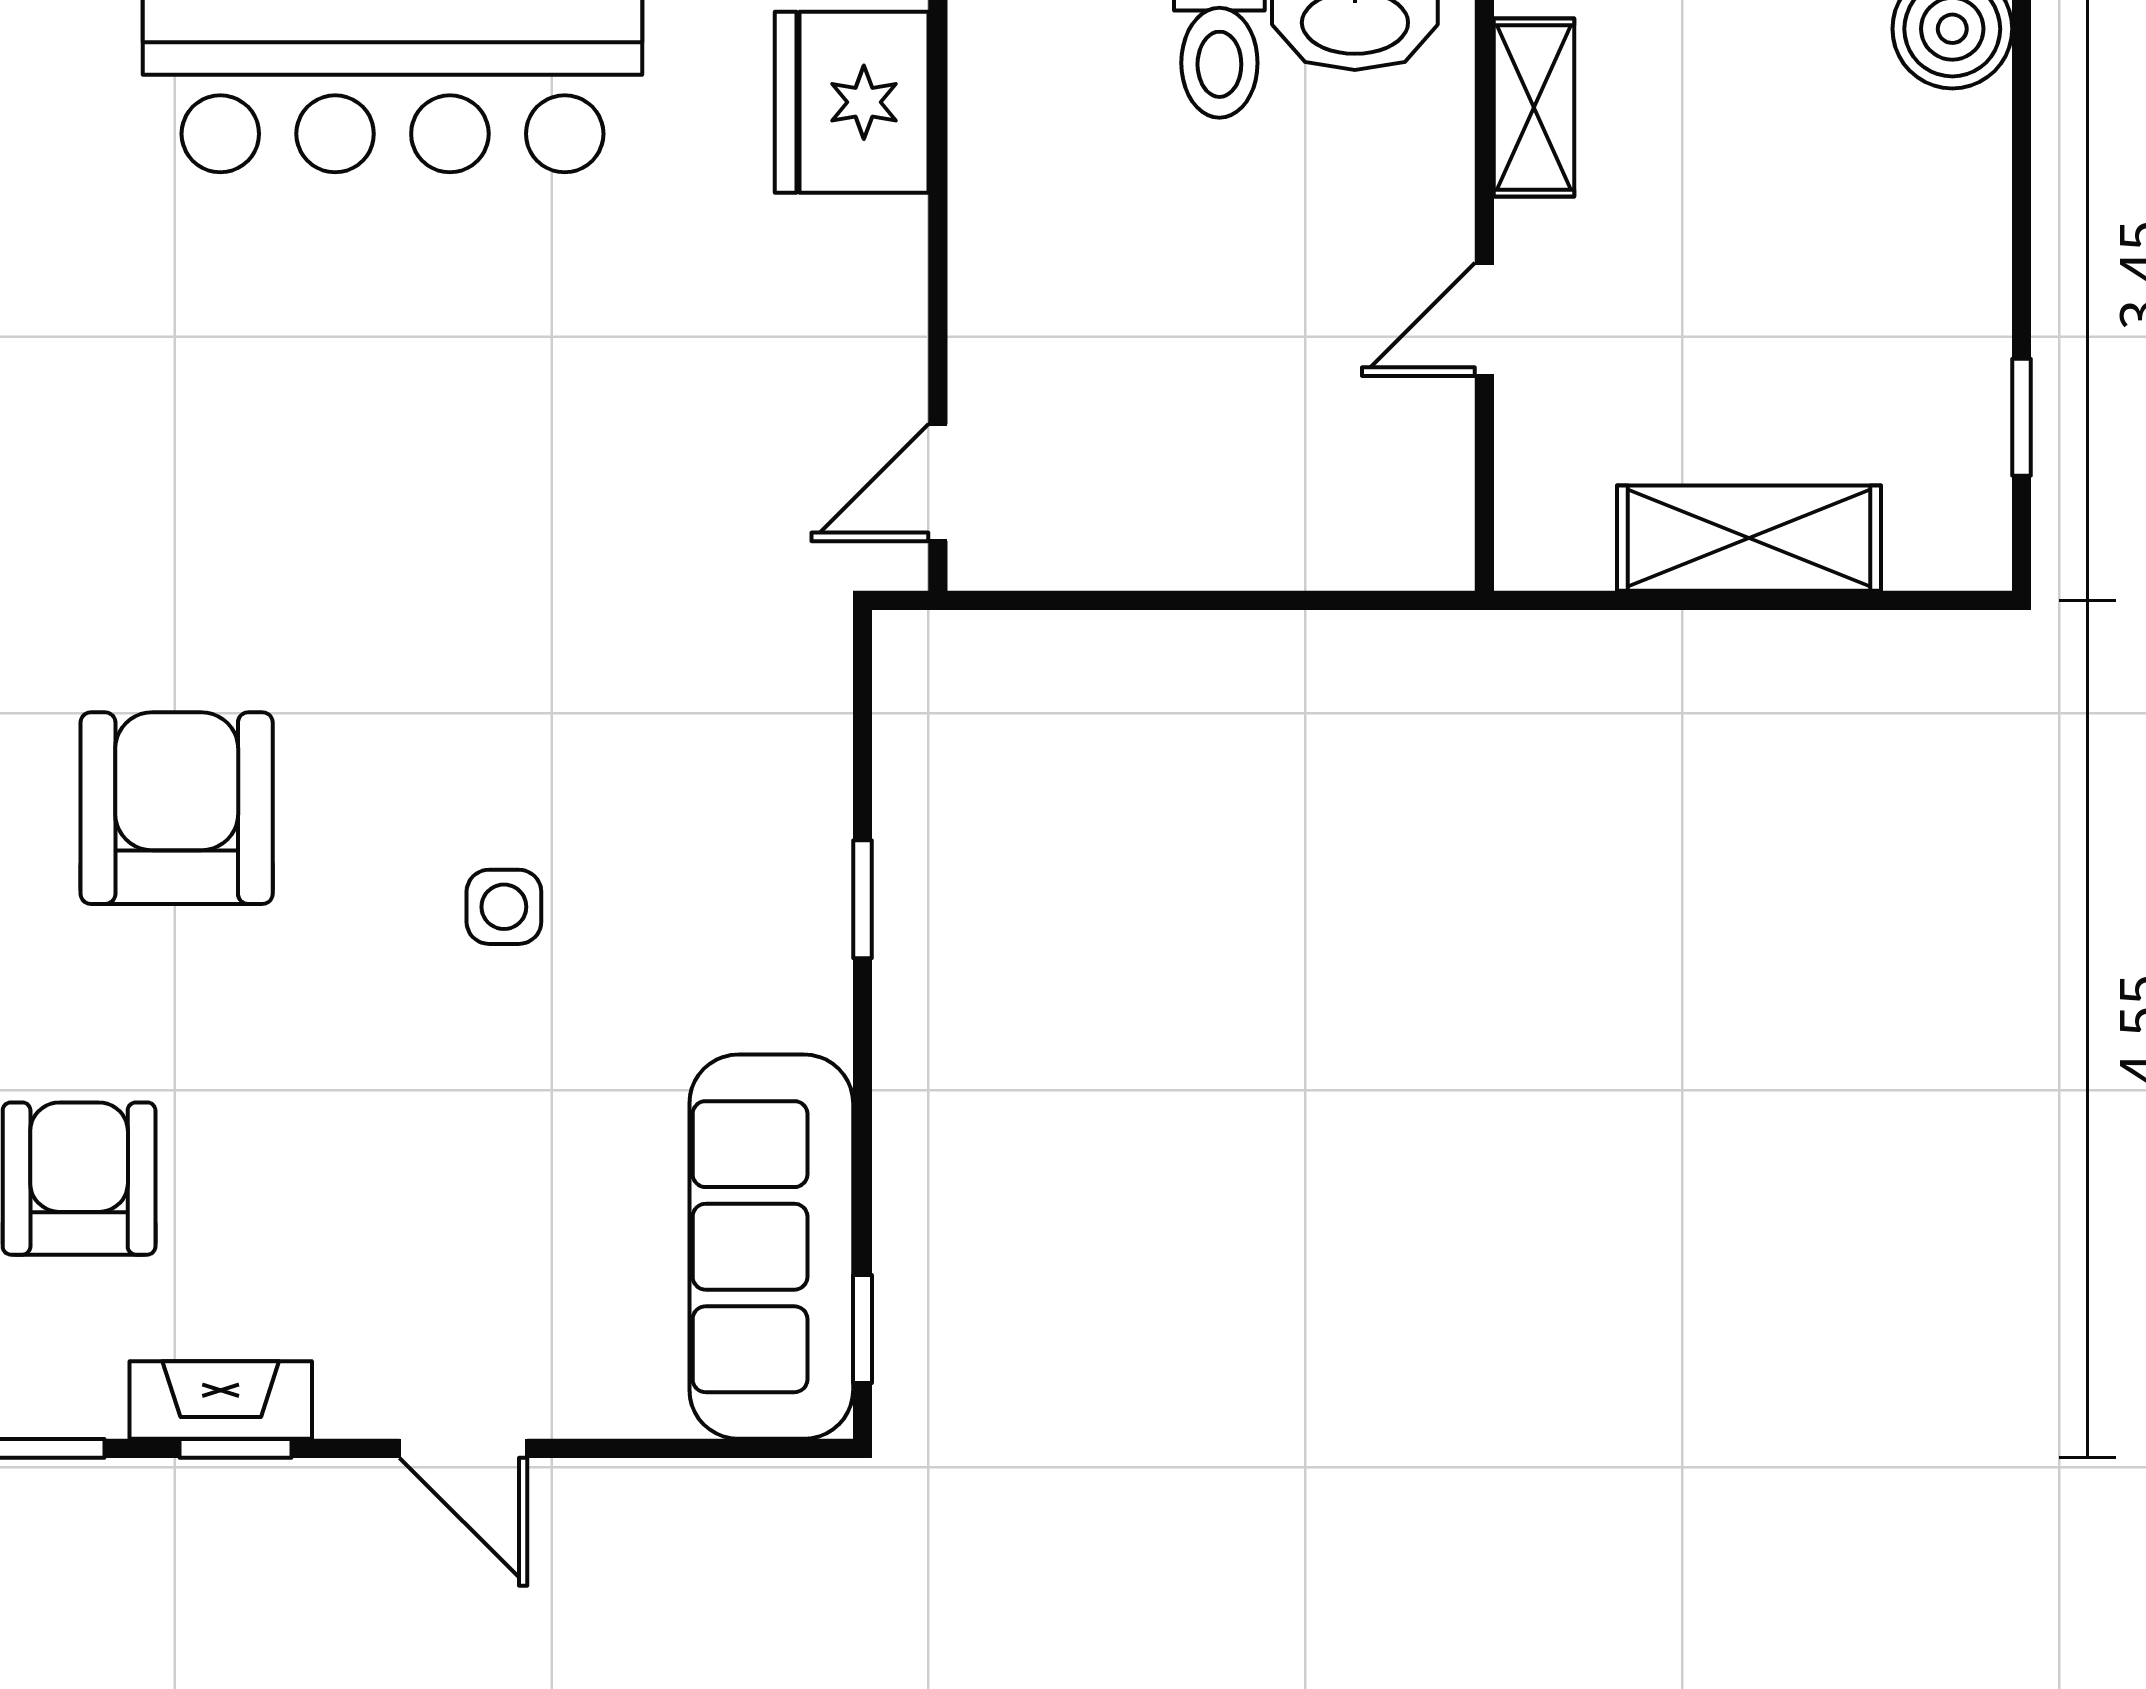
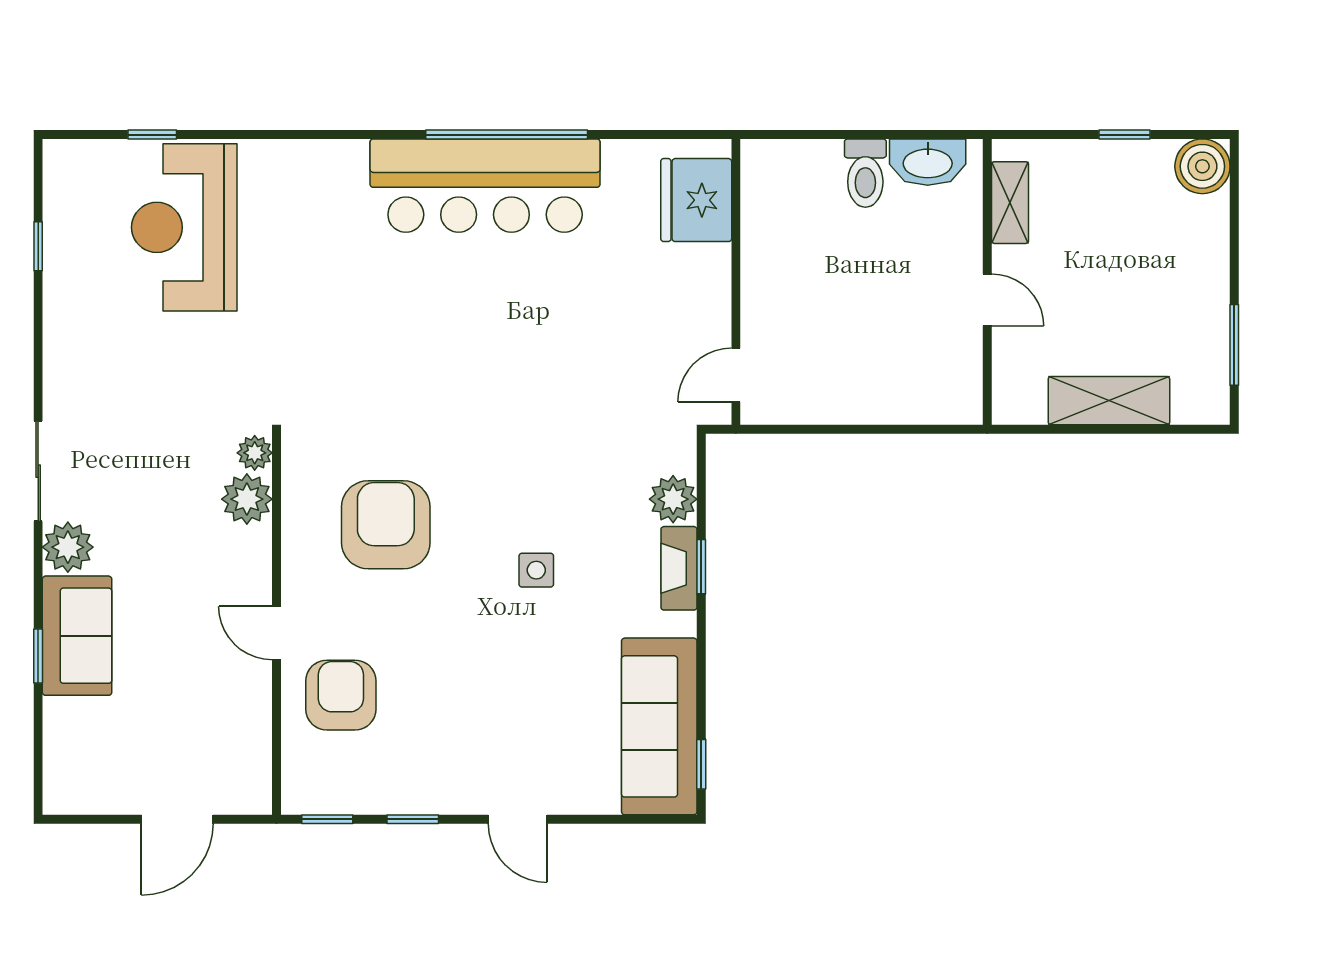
door: (1484, 319) -> (987, 300), swing flipped
window: (2021, 417) -> (1234, 345), width x1.50
plant: (801, 753) -> (673, 499), added
fireplace: (221, 1400) -> (679, 568), moved, turned -90

